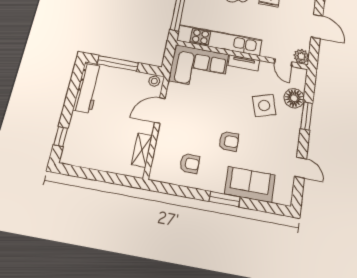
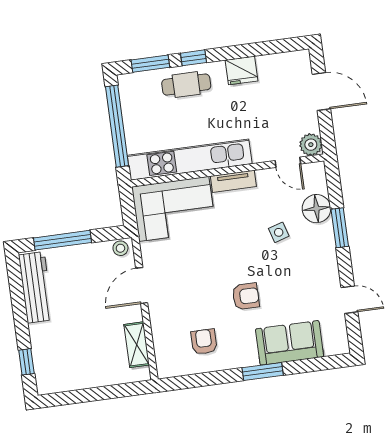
side table: (264, 105) -> (279, 232), width x0.54, depth x0.54
armchair: (190, 164) -> (204, 342), turned -90

